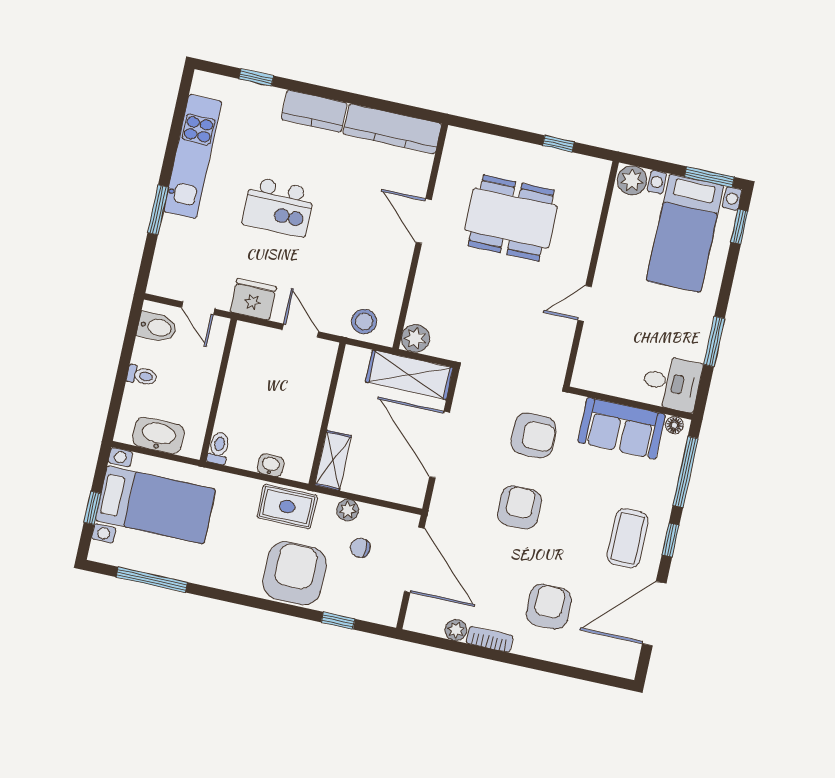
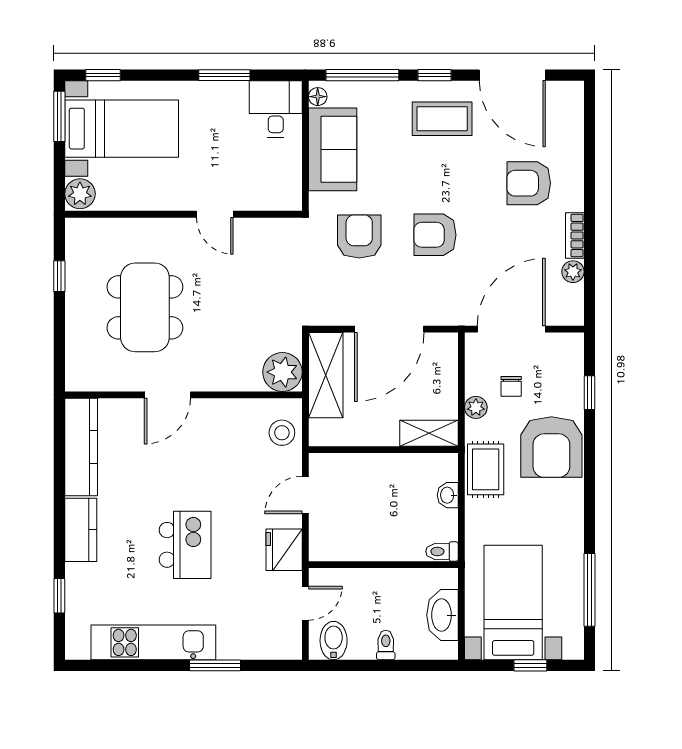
plant: (415, 338) -> (282, 372), width x1.36, depth x1.36
armchair: (295, 573) -> (551, 447), turned -90

